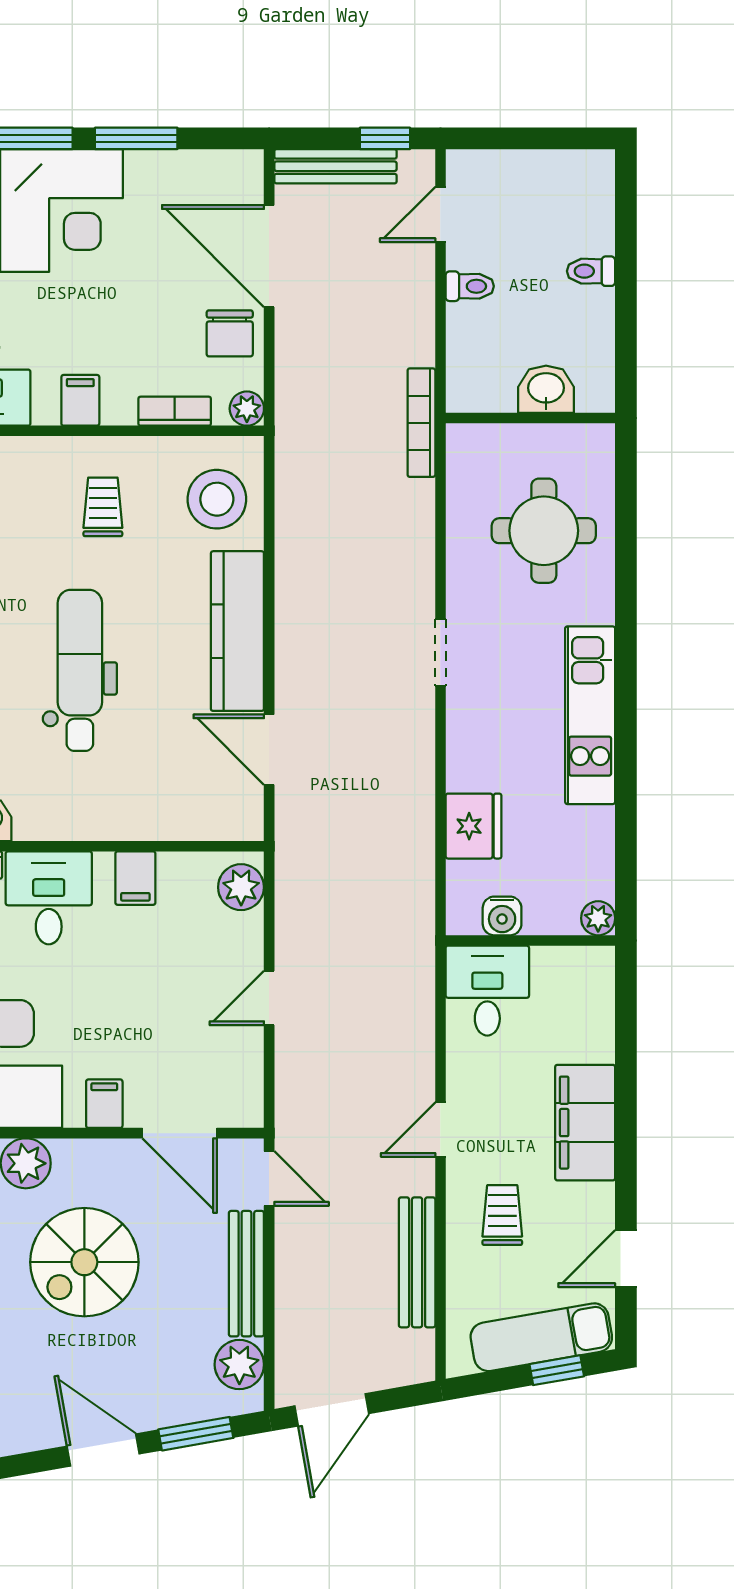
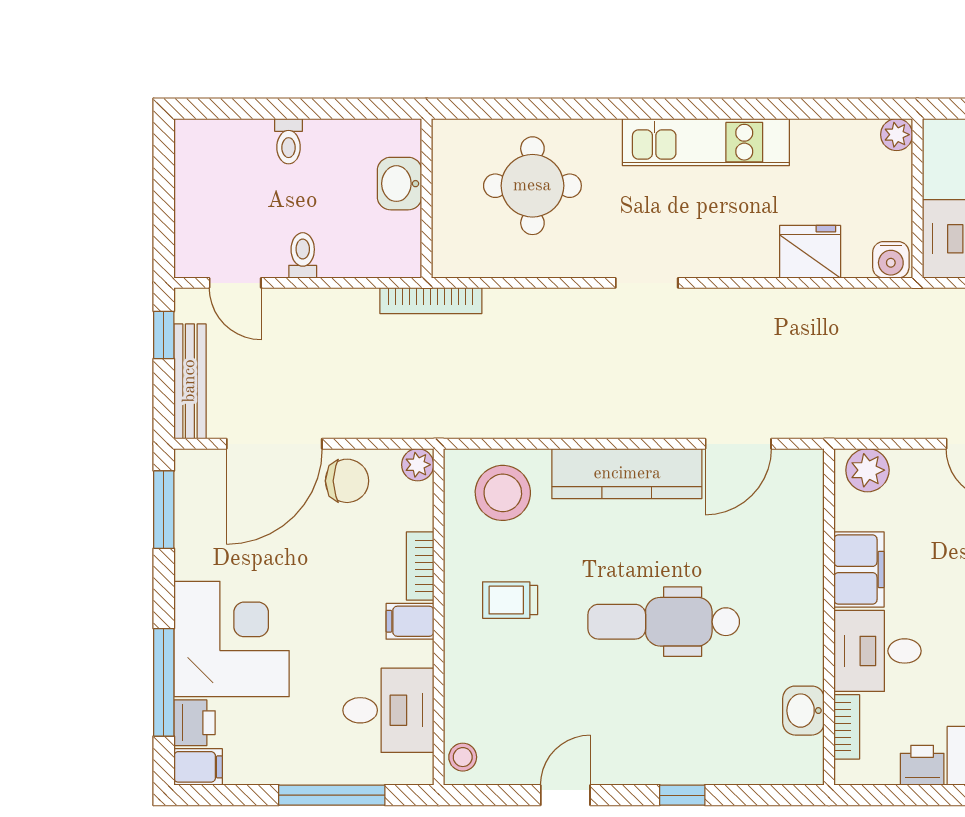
window: (136, 138) -> (164, 510), moved
bookcase: (175, 411) -> (420, 566), moved
filing cabinet: (135, 878) -> (859, 570), width x2.00
water cooler: (502, 916) -> (891, 260), moved, turned 90

